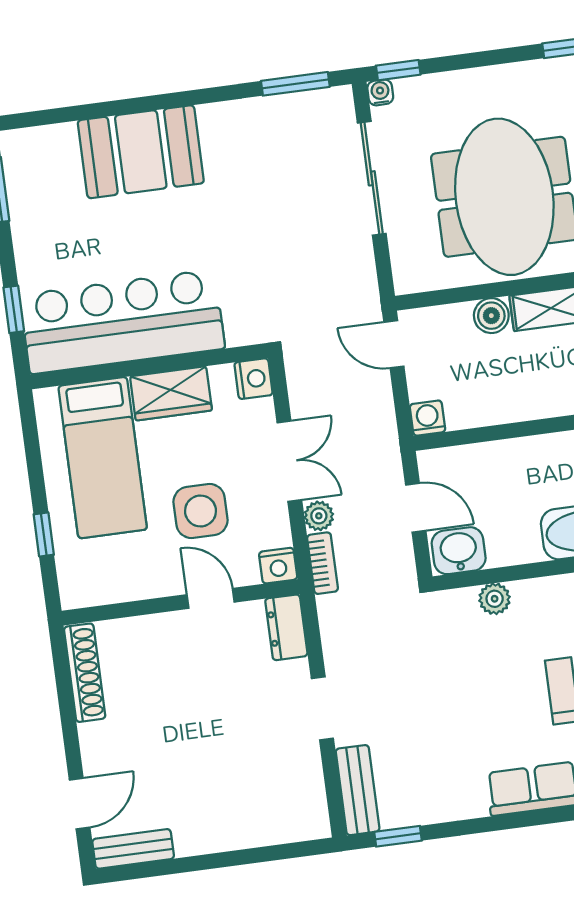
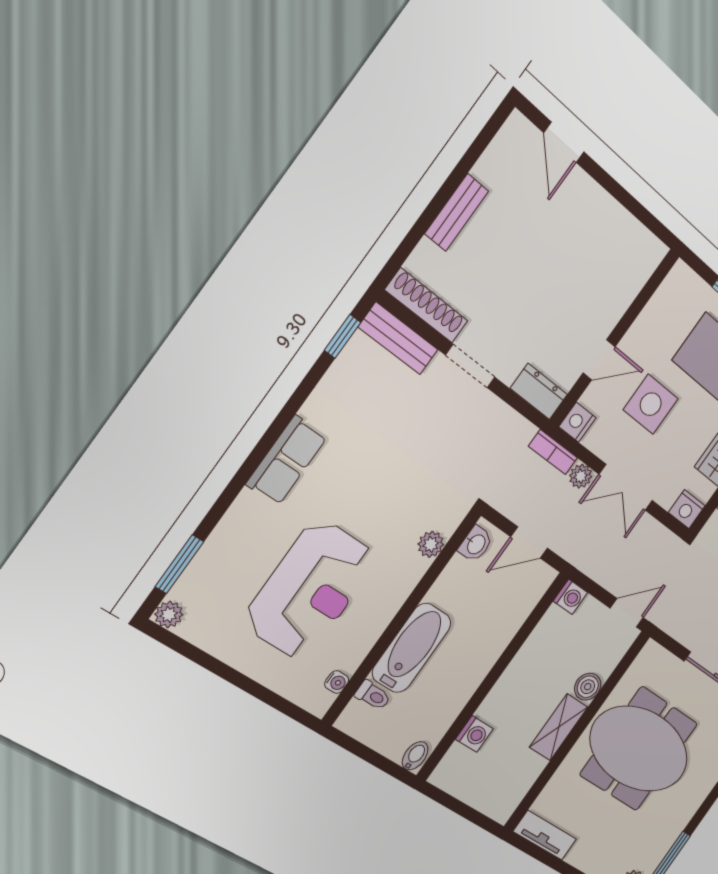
washbasin: (459, 551) -> (476, 544), width x0.72, depth x0.69
shoe rack: (85, 673) -> (427, 306), moved, turned 180
bench: (133, 849) -> (457, 212), moved

